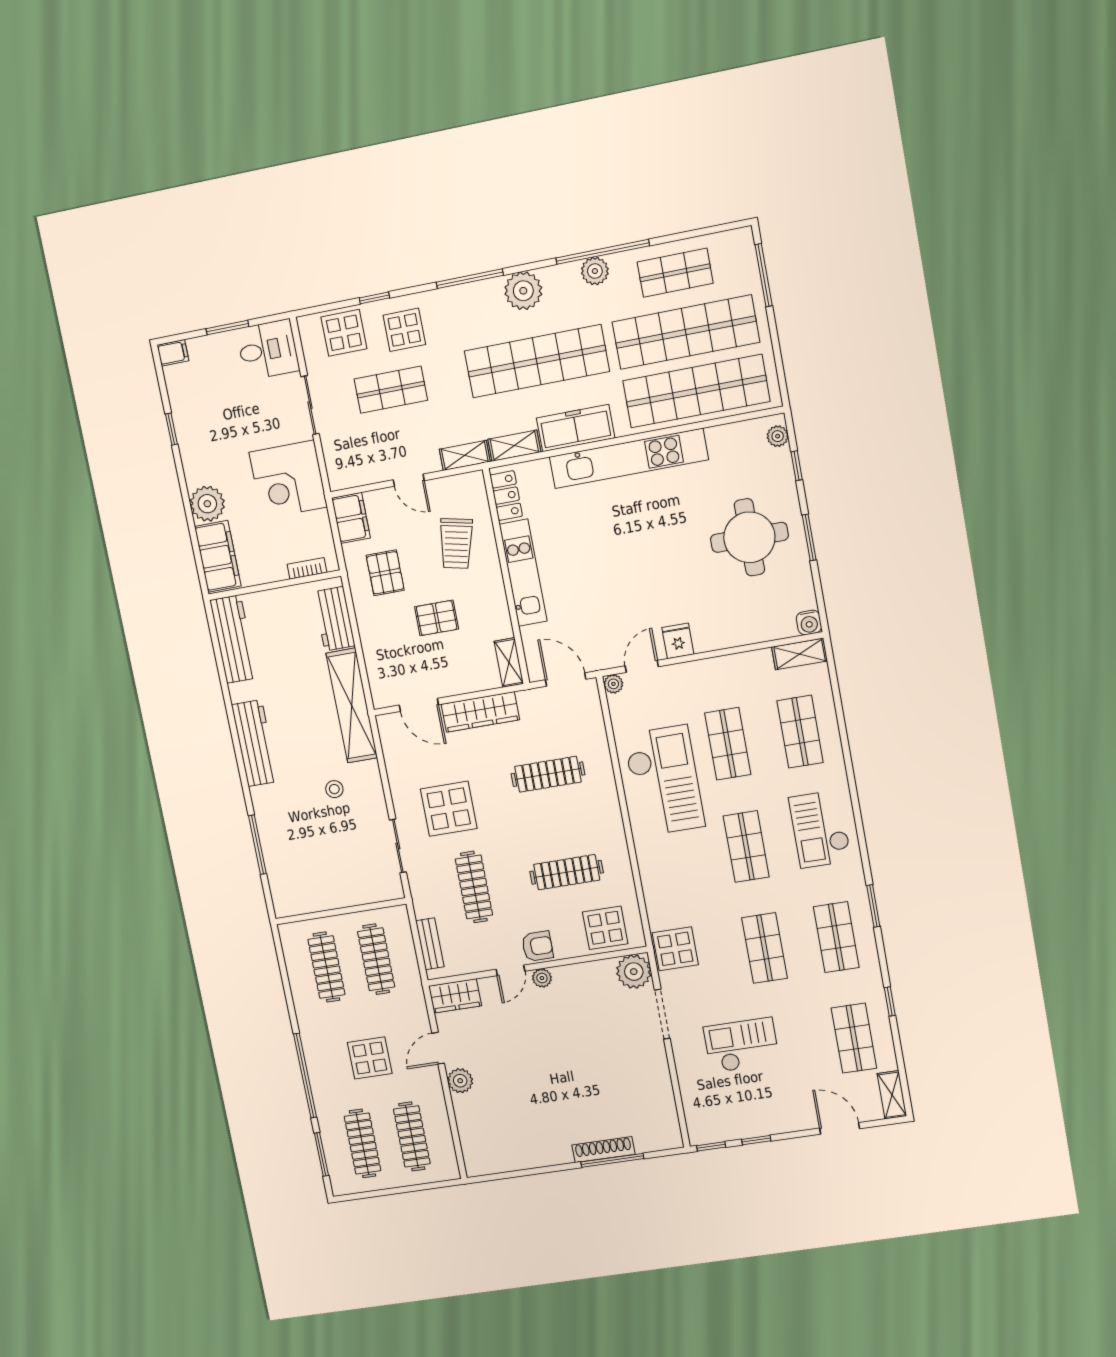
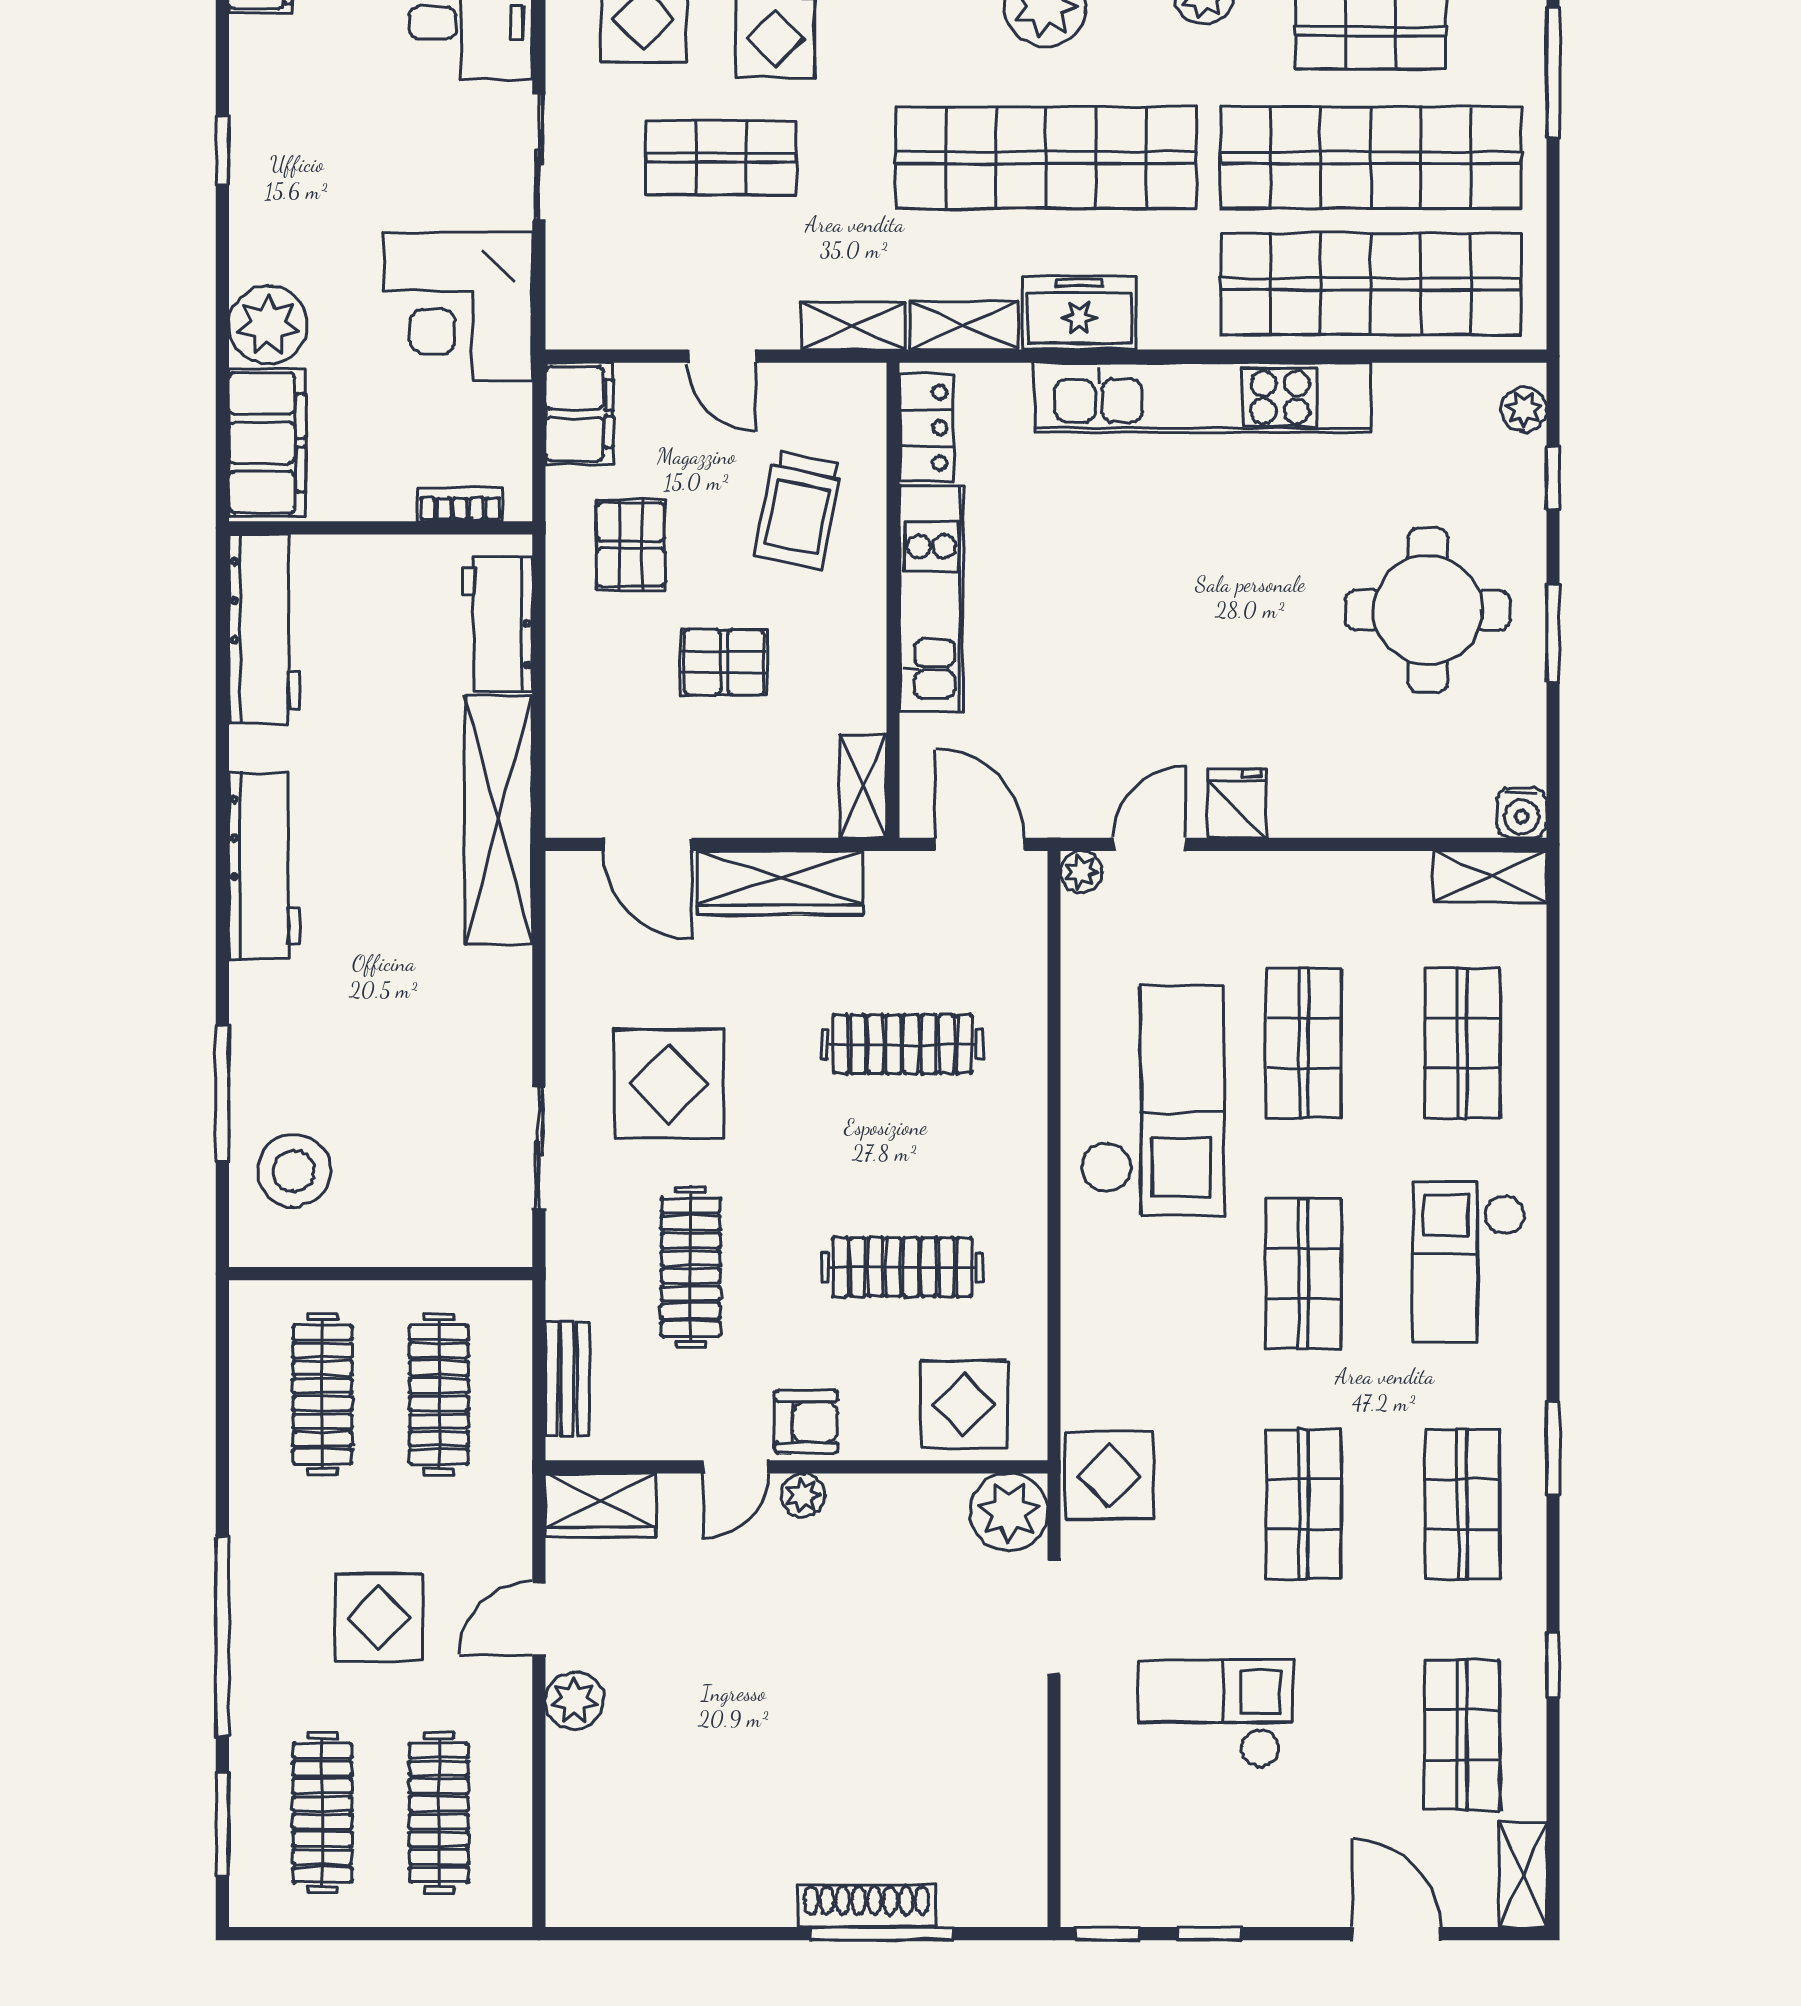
freezer: (576, 428) -> (1079, 313), width x0.71
stool: (334, 789) -> (294, 1171), moved, width x1.89, depth x1.89

